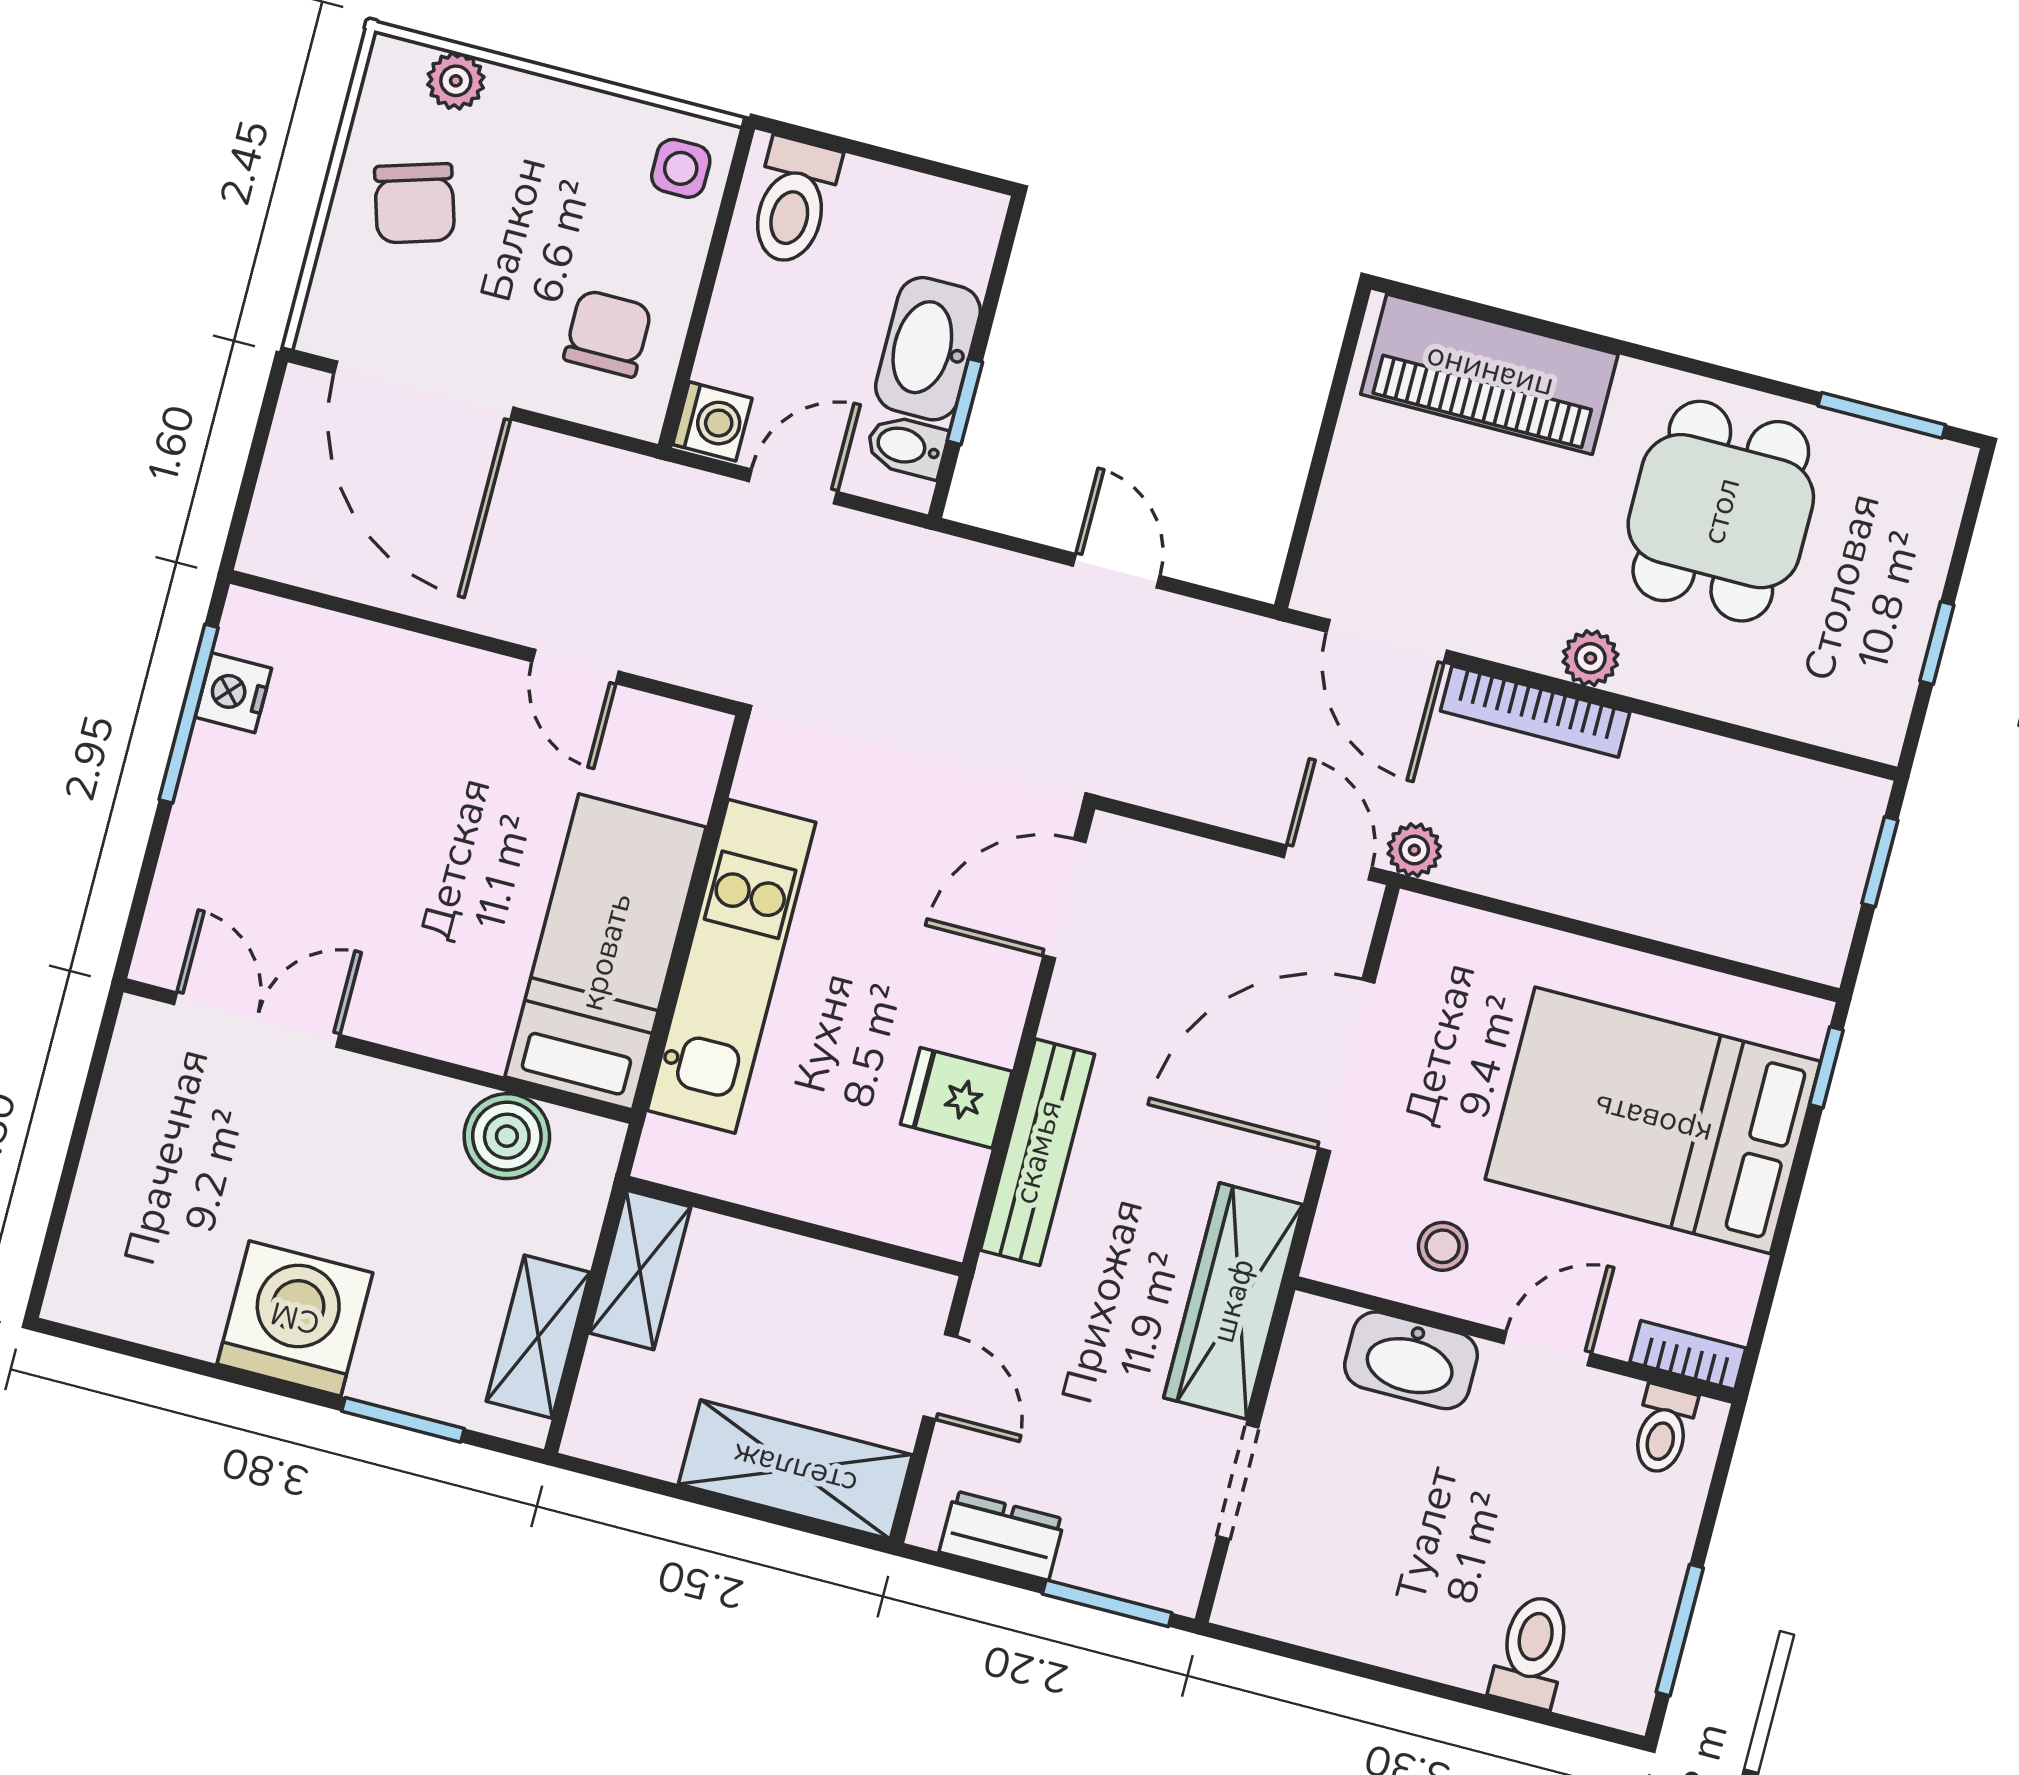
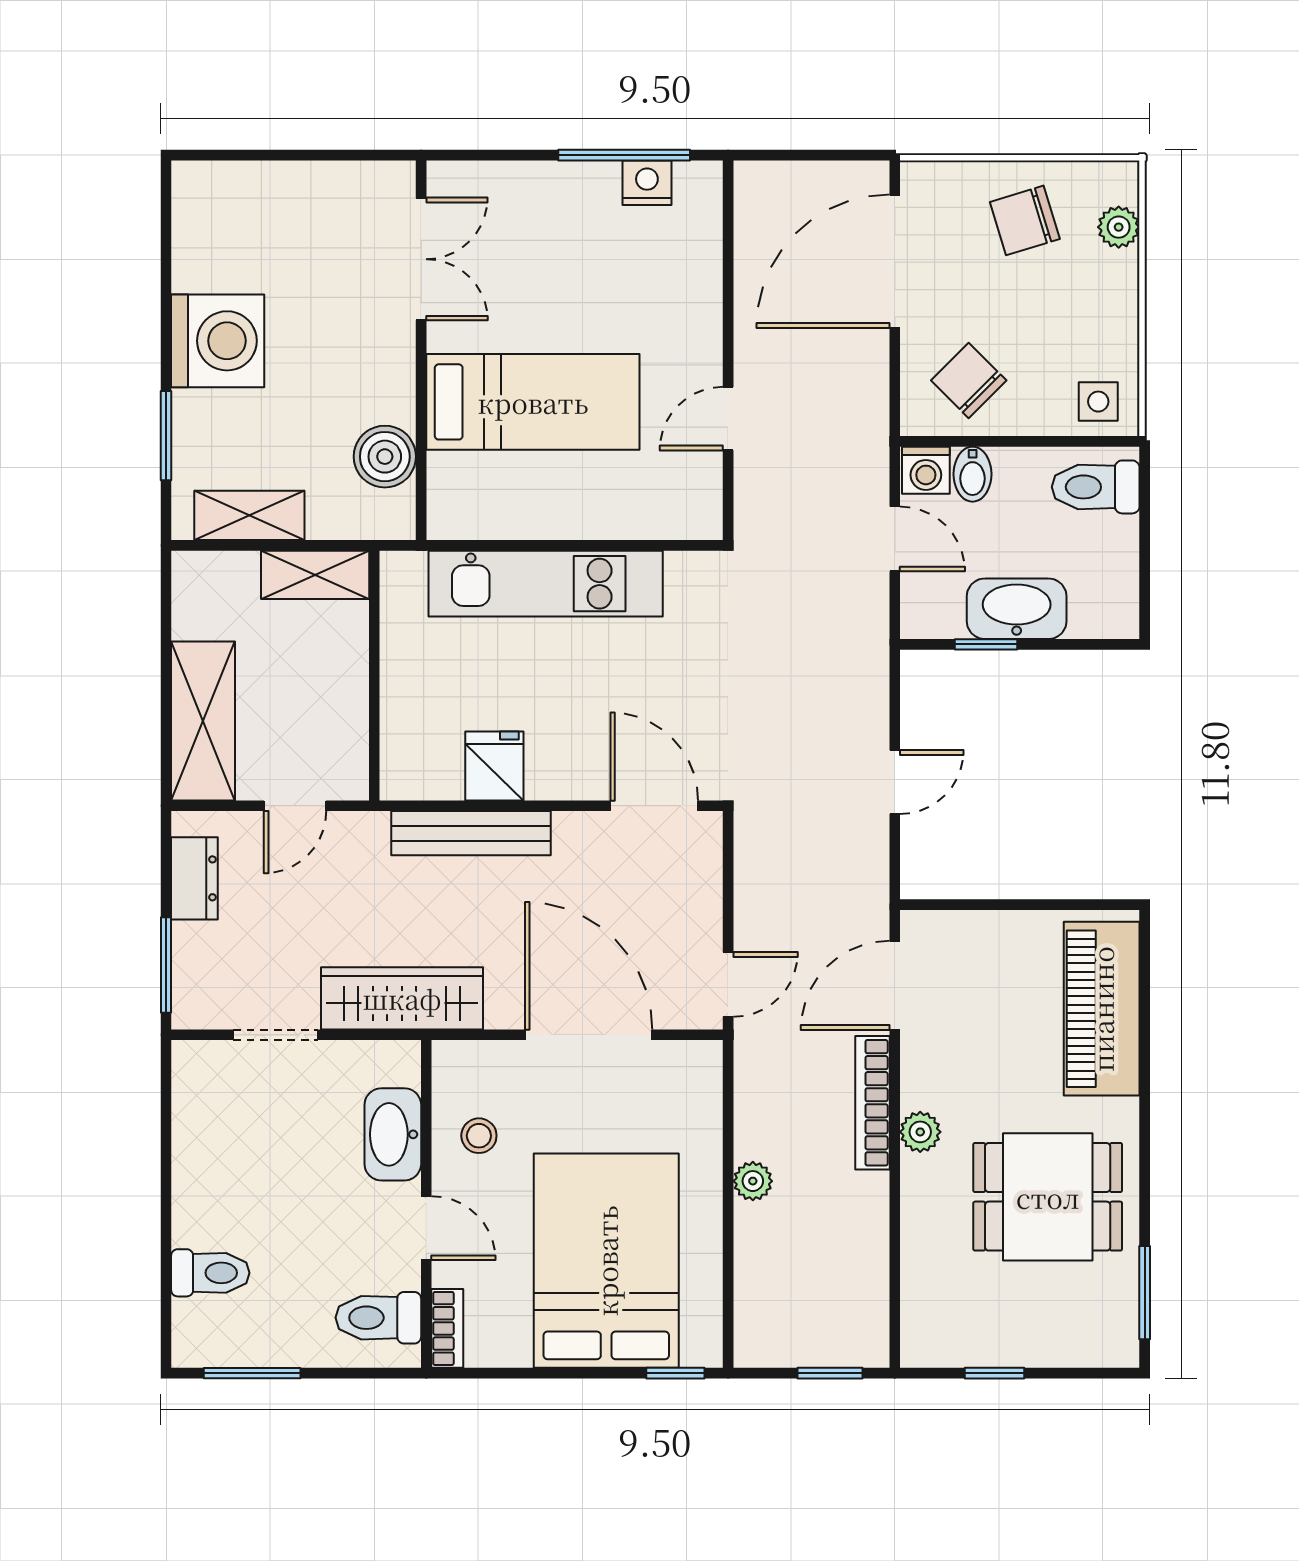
chair: (608, 333) -> (969, 380), turned -135
bidet: (907, 446) -> (973, 474), moved, turned 180
plant: (1414, 850) -> (753, 1181), moved
bed: (606, 952) -> (533, 402), moved
toilet: (1663, 1430) -> (378, 1318), width x1.37, depth x1.39

